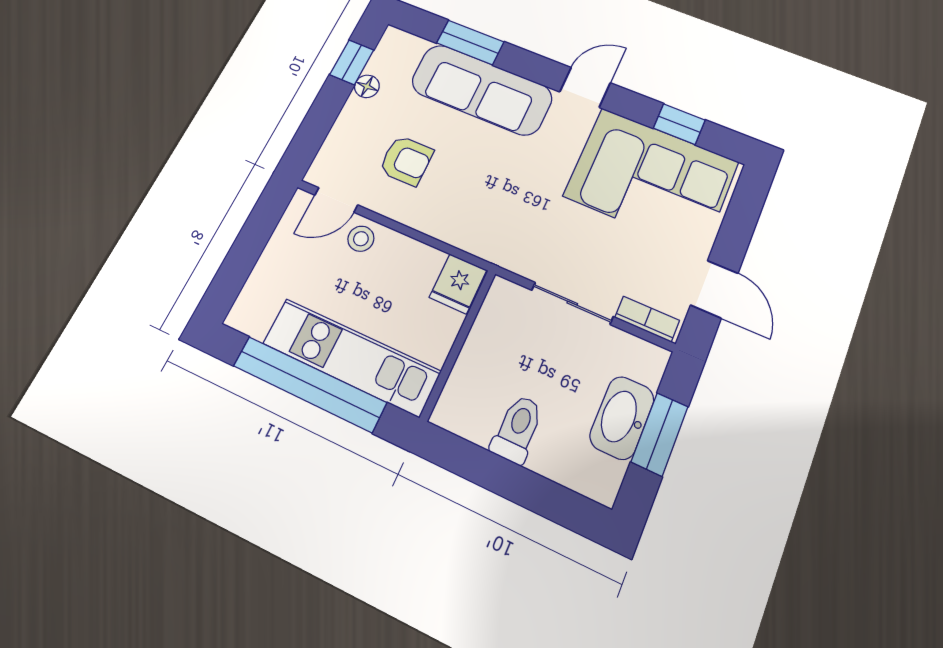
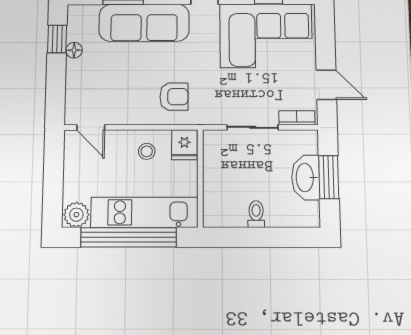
armchair: (406, 160) -> (174, 97), moved
door: (336, 200) -> (91, 127), hinge flipped
stool: (361, 239) -> (147, 151), moved
plant: (252, 315) -> (76, 215), added
toilet: (517, 429) -> (256, 214), width x0.73, depth x0.72

